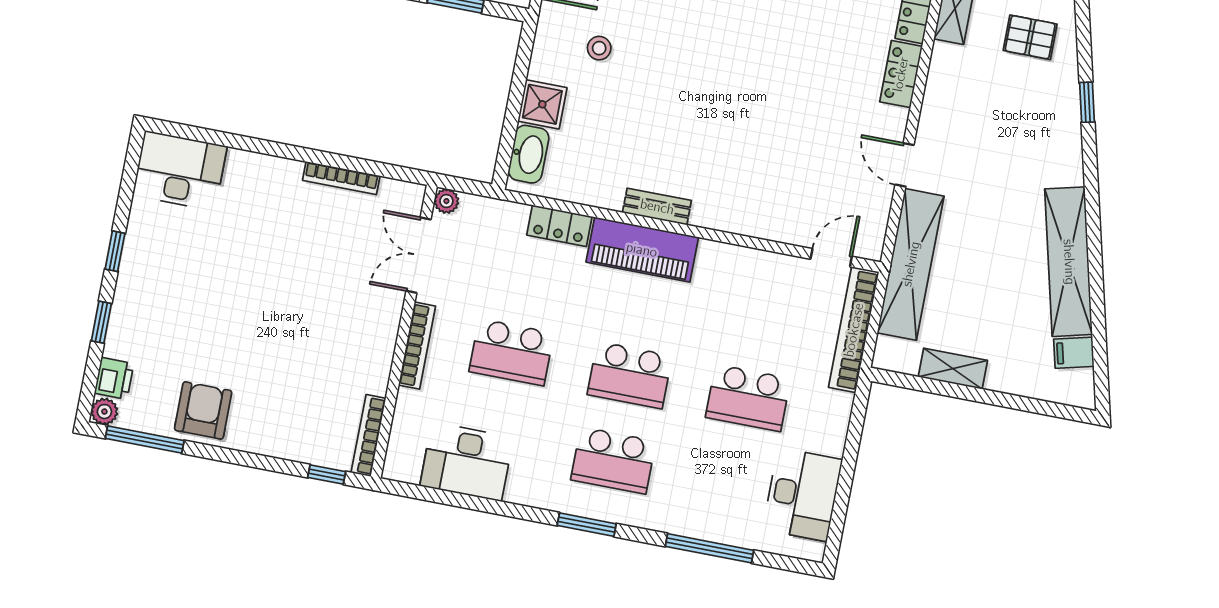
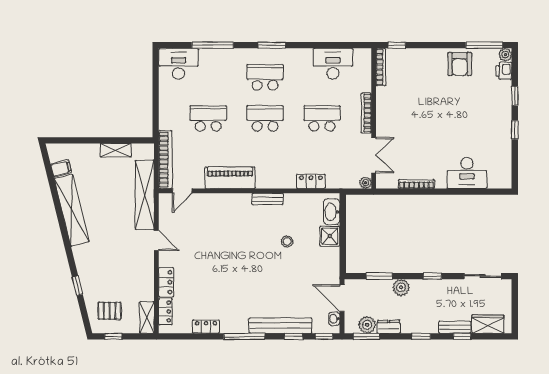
stool: (599, 48) -> (287, 241), moved
desk: (180, 171) -> (467, 173), moved
piano: (642, 250) -> (230, 178), moved
desk: (803, 495) -> (178, 64), moved, turned 90

